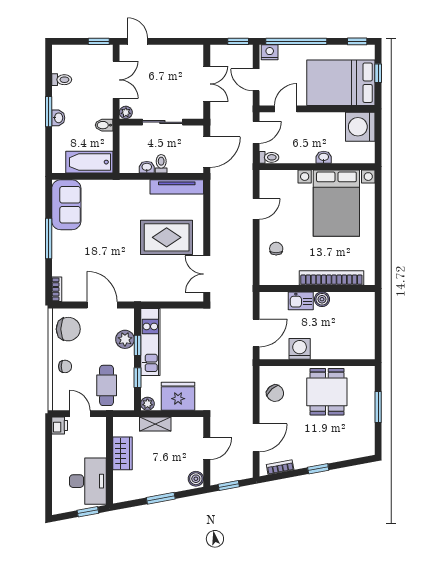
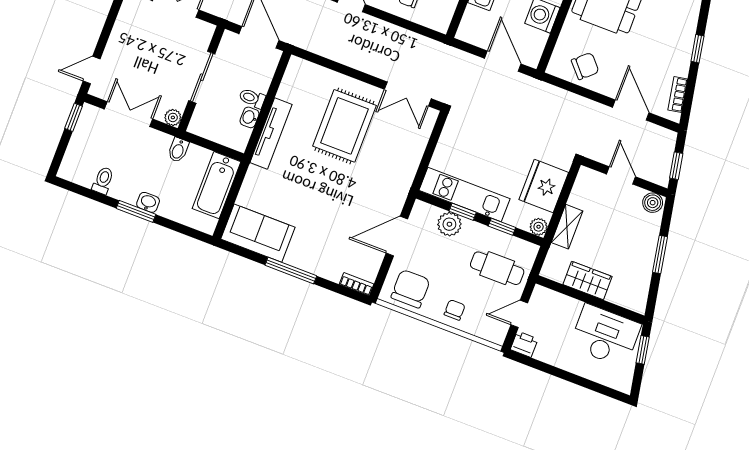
tv unit: (177, 187) -> (271, 133), moved

